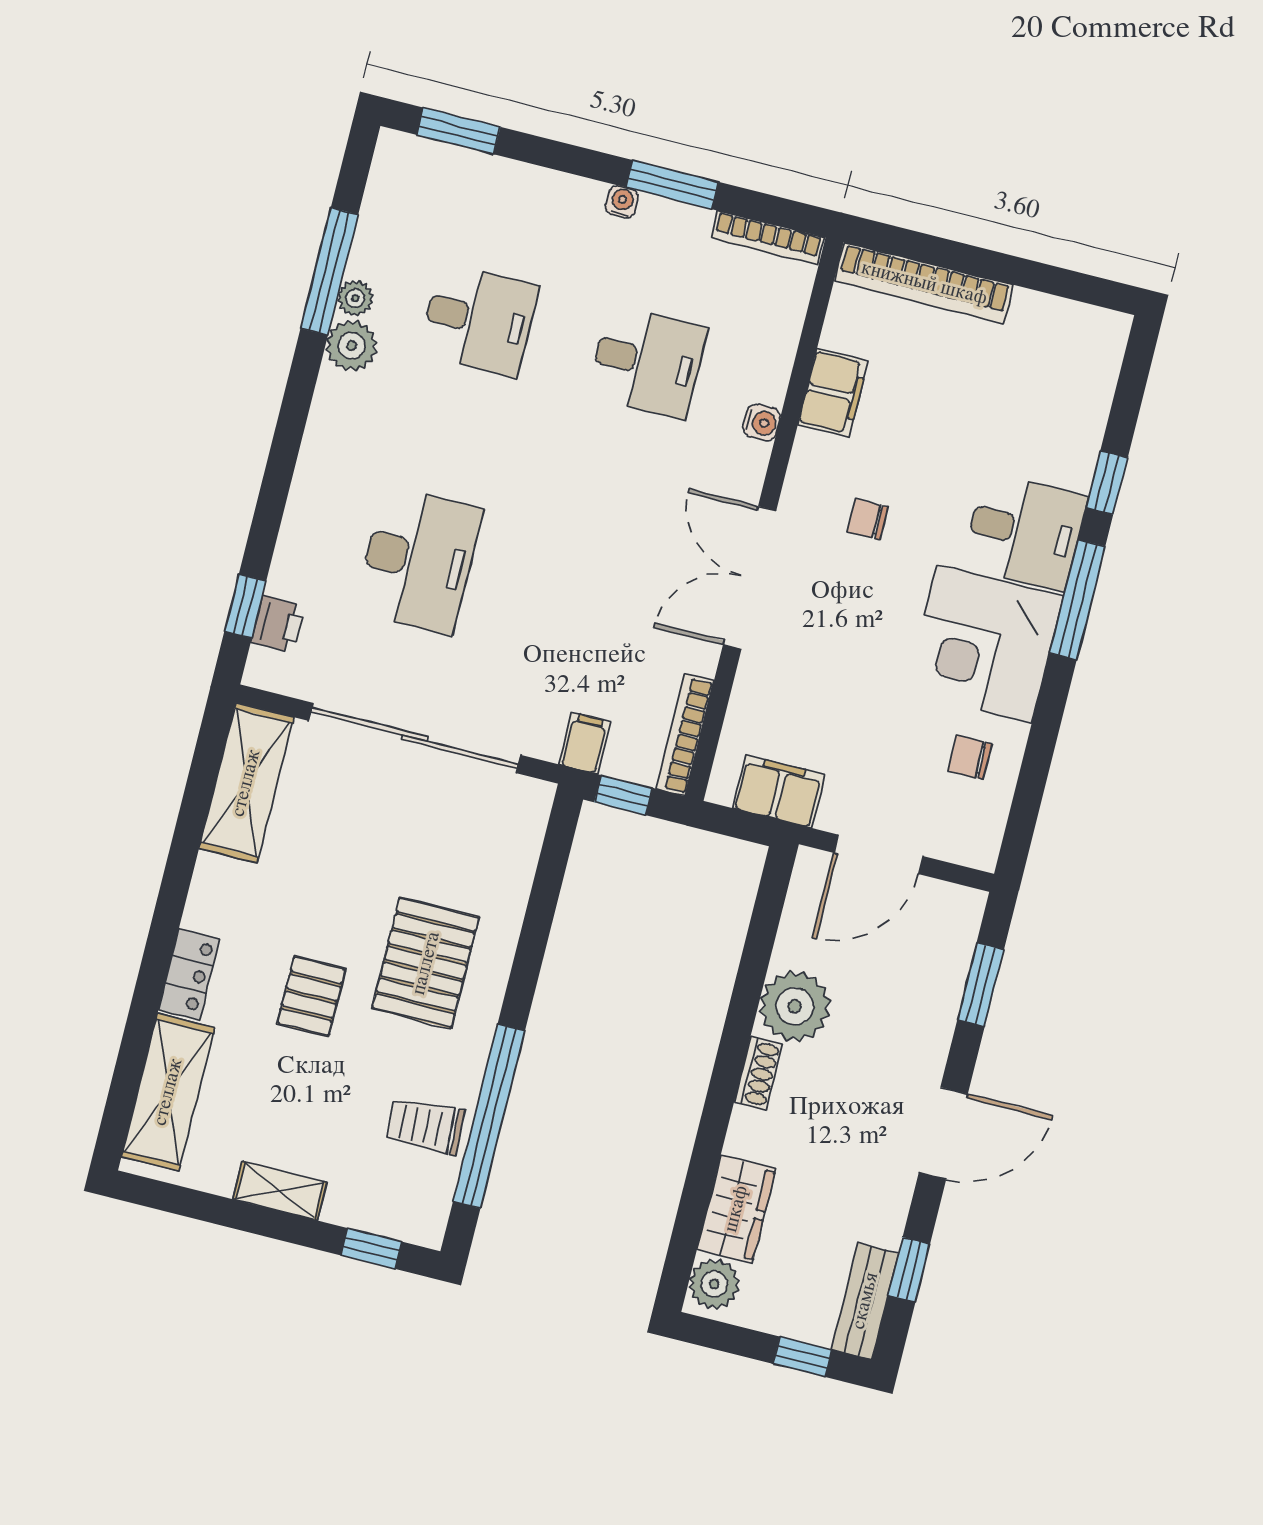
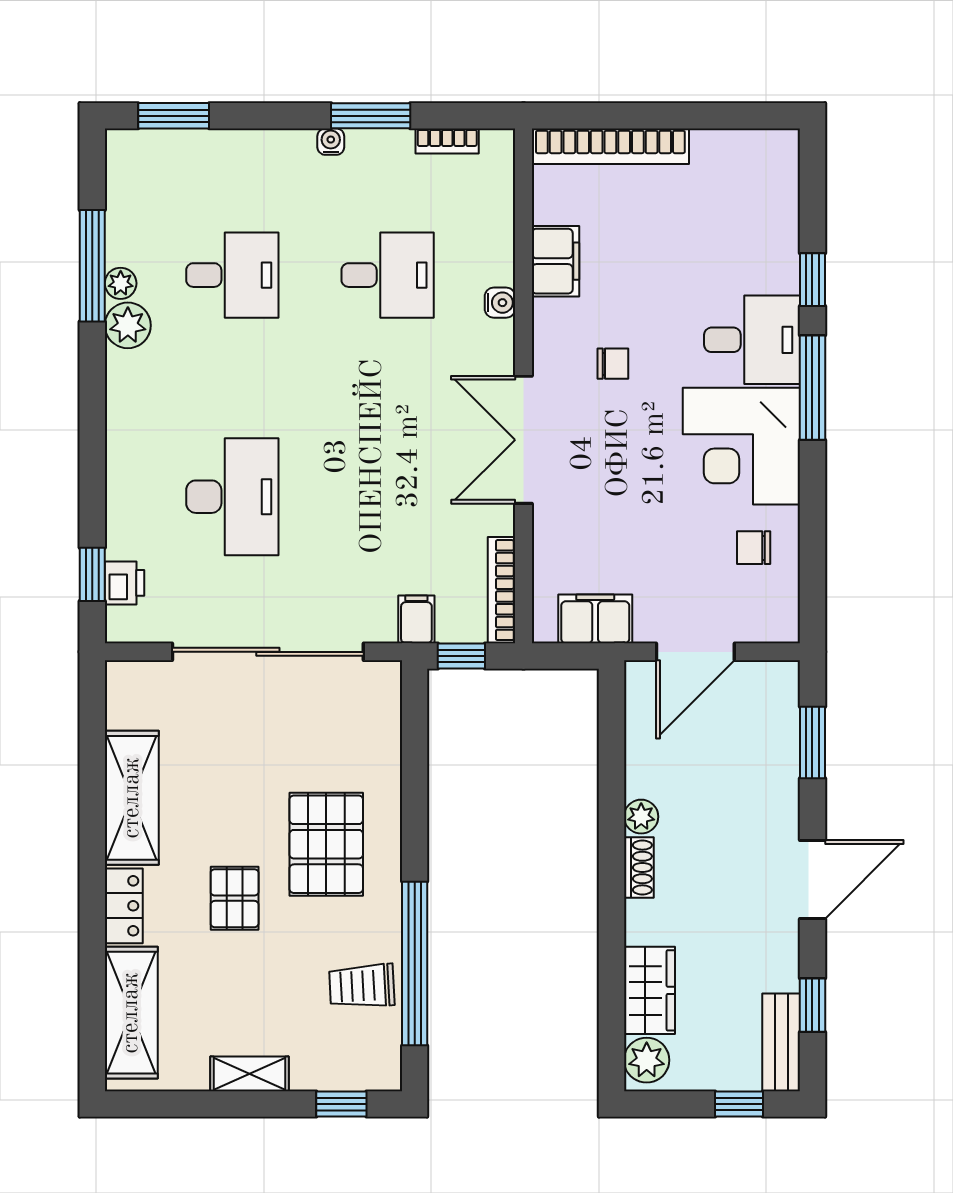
bookcase: (768, 238) -> (447, 141), width x0.64
chair: (867, 519) -> (613, 364), turned 180
shelving: (246, 783) -> (132, 798), moved
plant: (795, 1006) -> (641, 817), width x0.53, depth x0.53

